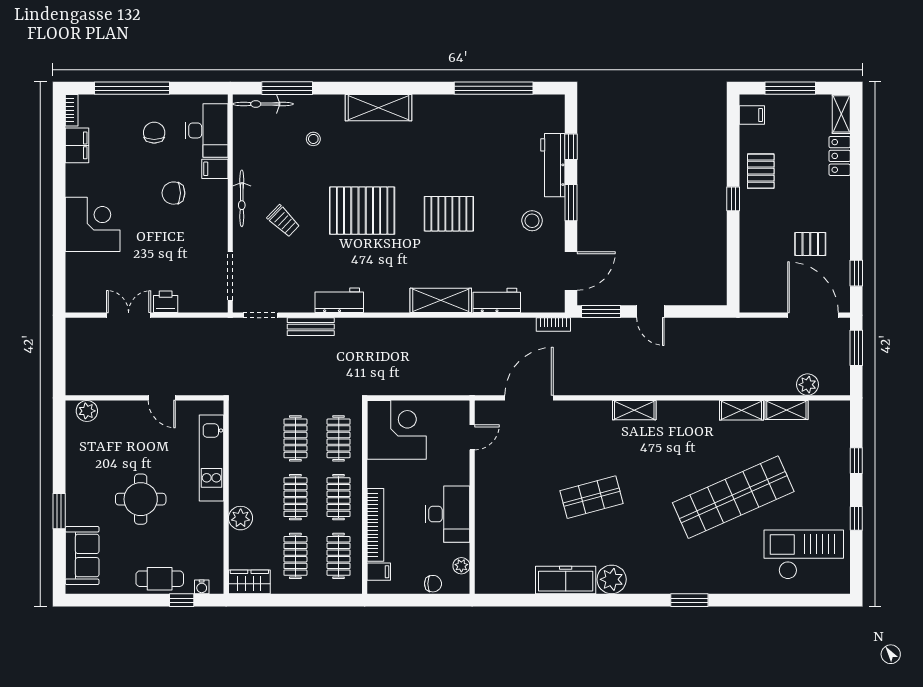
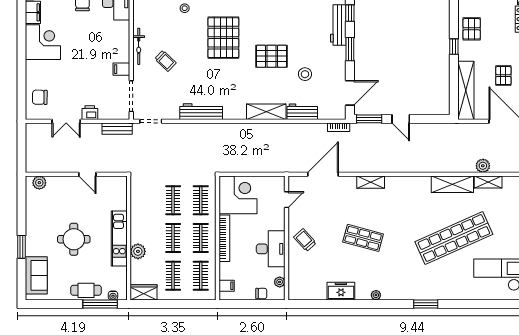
filing cabinet: (215, 169) -> (121, 69), moved
chair: (173, 193) -> (40, 97), moved
pallet: (362, 211) -> (223, 38), moved, turned 90
stool: (532, 221) -> (305, 74), moved
corner desk: (93, 224) -> (43, 42), moved
pallet: (810, 244) -> (503, 76), turned 90
shelving: (752, 267) -> (466, 90), added
workbench: (339, 300) -> (201, 112), width x1.38
double door: (129, 315) -> (66, 121), swing flipped
bench: (311, 327) -> (117, 129), moved
plant: (807, 385) -> (483, 166), moved
shelving: (634, 410) -> (371, 182), moved
shelving: (742, 410) -> (452, 184), width x1.50, depth x1.33
kitchen unit: (212, 458) -> (119, 238), moved
shop shelf: (592, 497) -> (363, 238), turned 30
trolley: (501, 500) -> (305, 240), added
bookcase: (375, 525) -> (224, 238), moved
plant: (612, 579) -> (376, 295), width x0.53, depth x0.53
freezer: (566, 580) -> (341, 291), width x0.71
window: (182, 600) -> (100, 304), width x2.17

